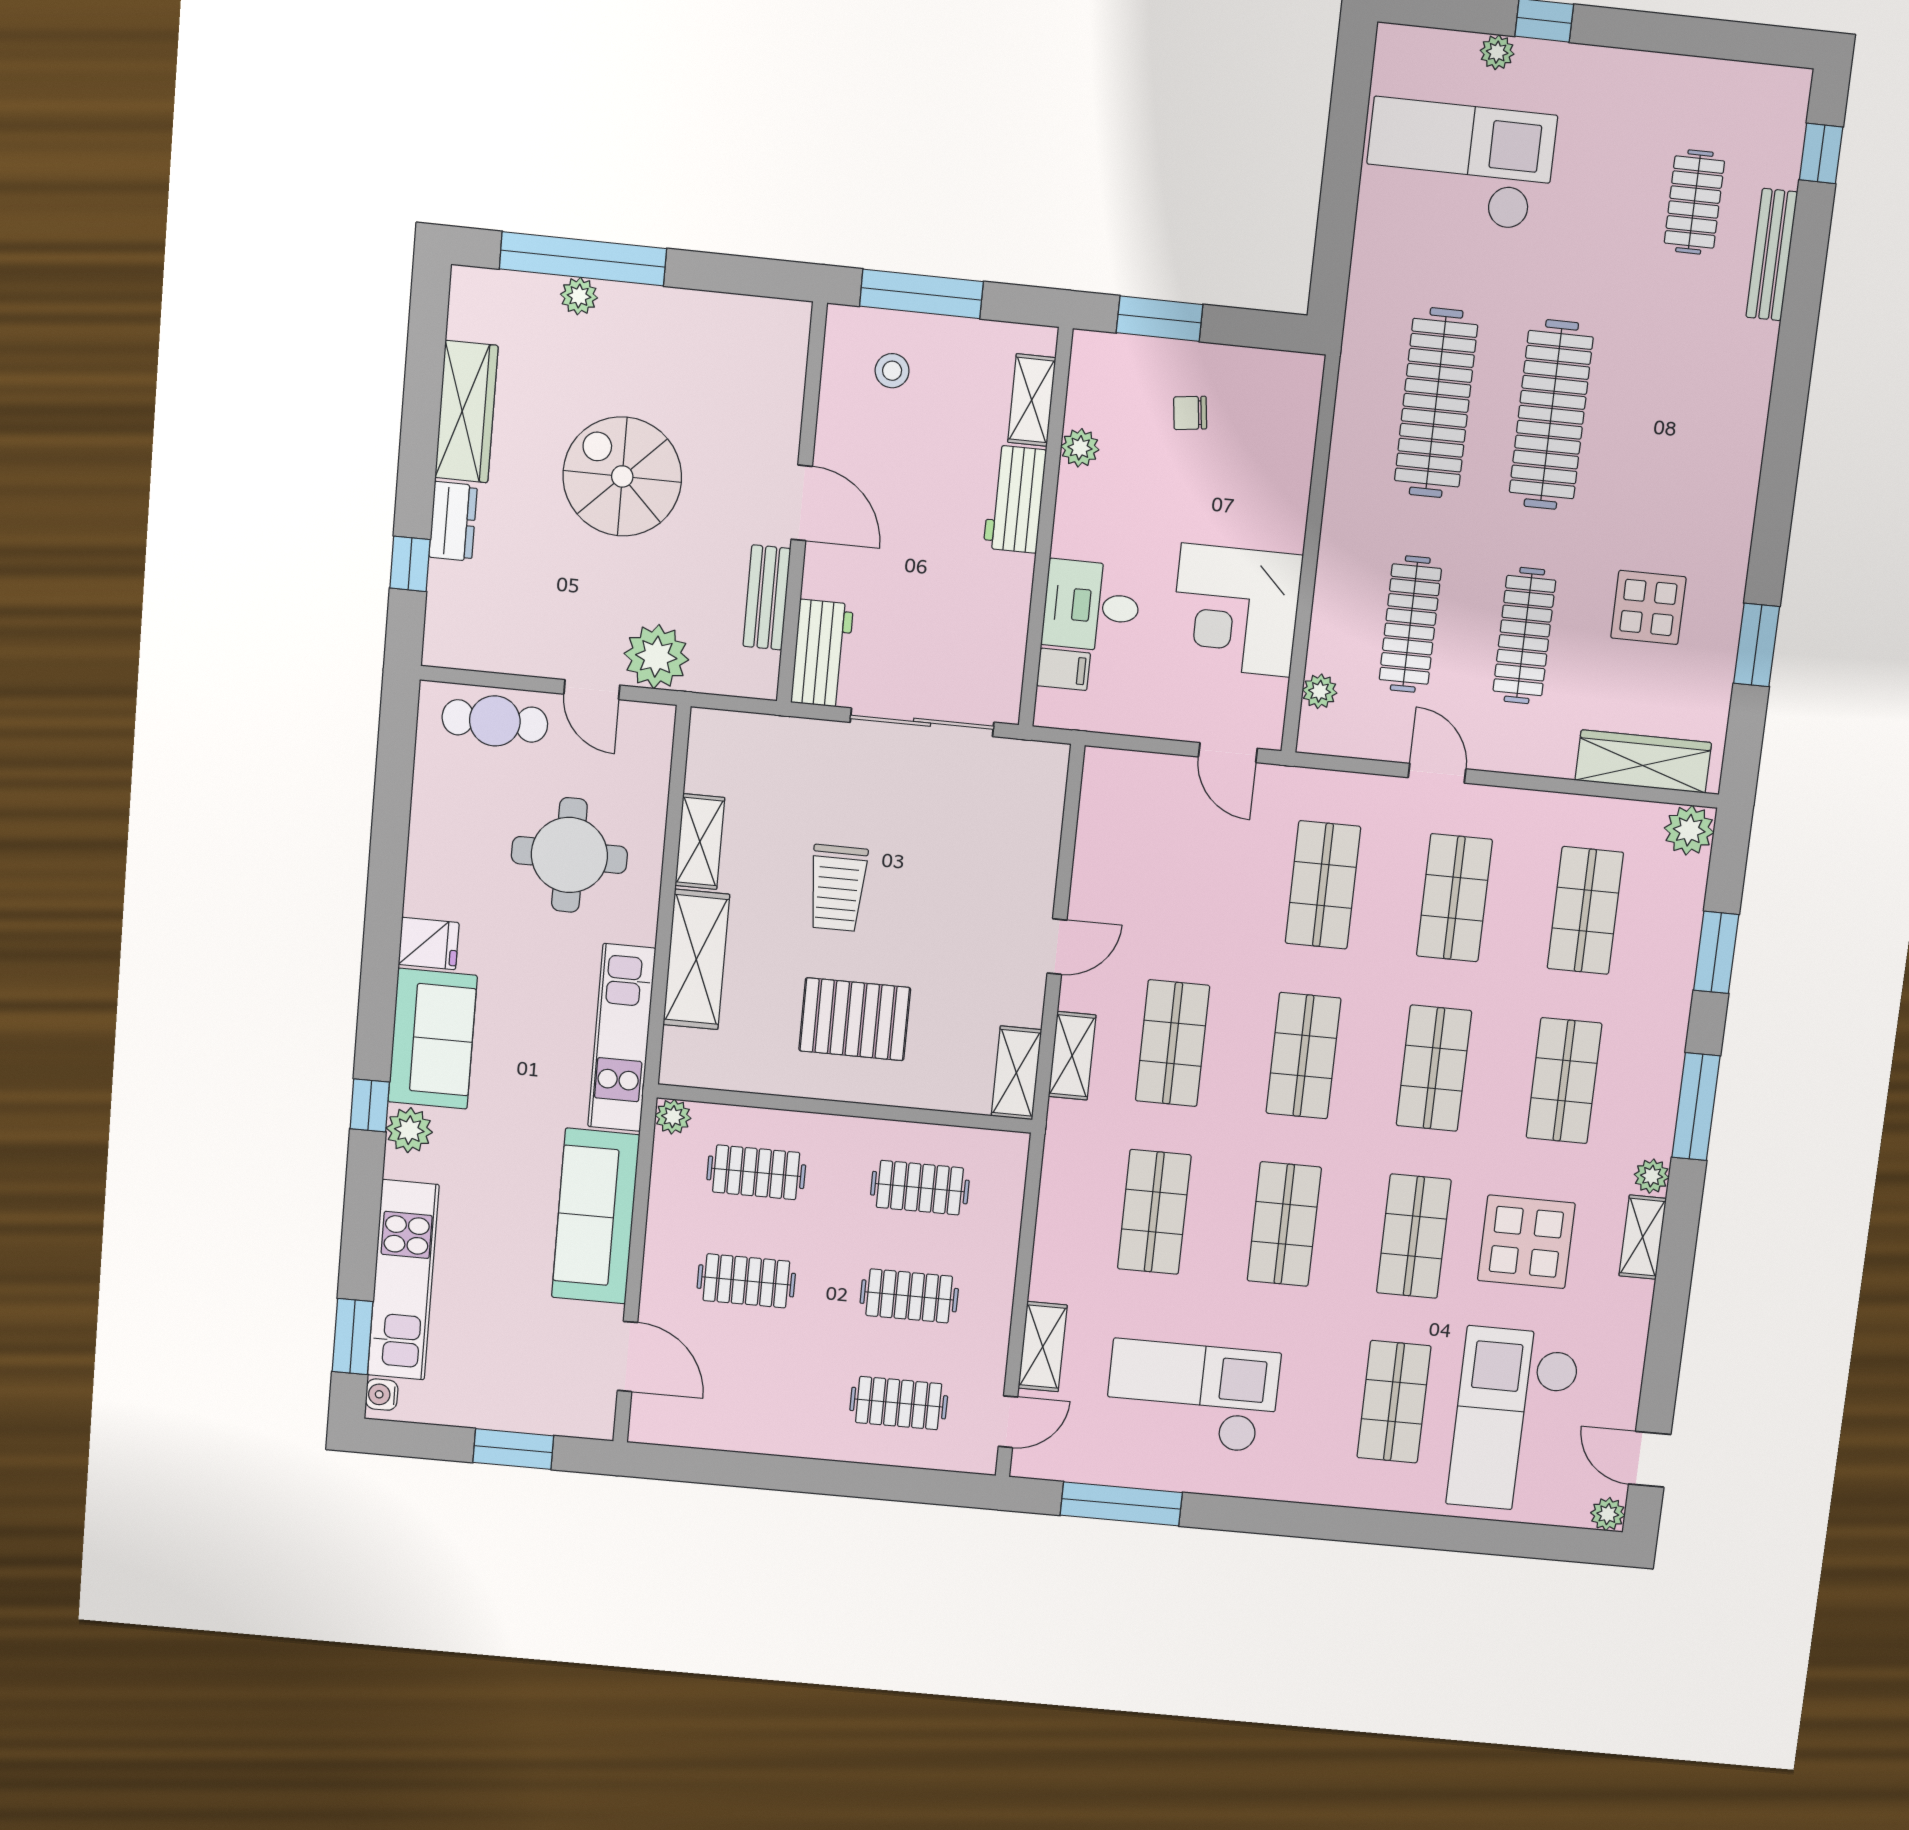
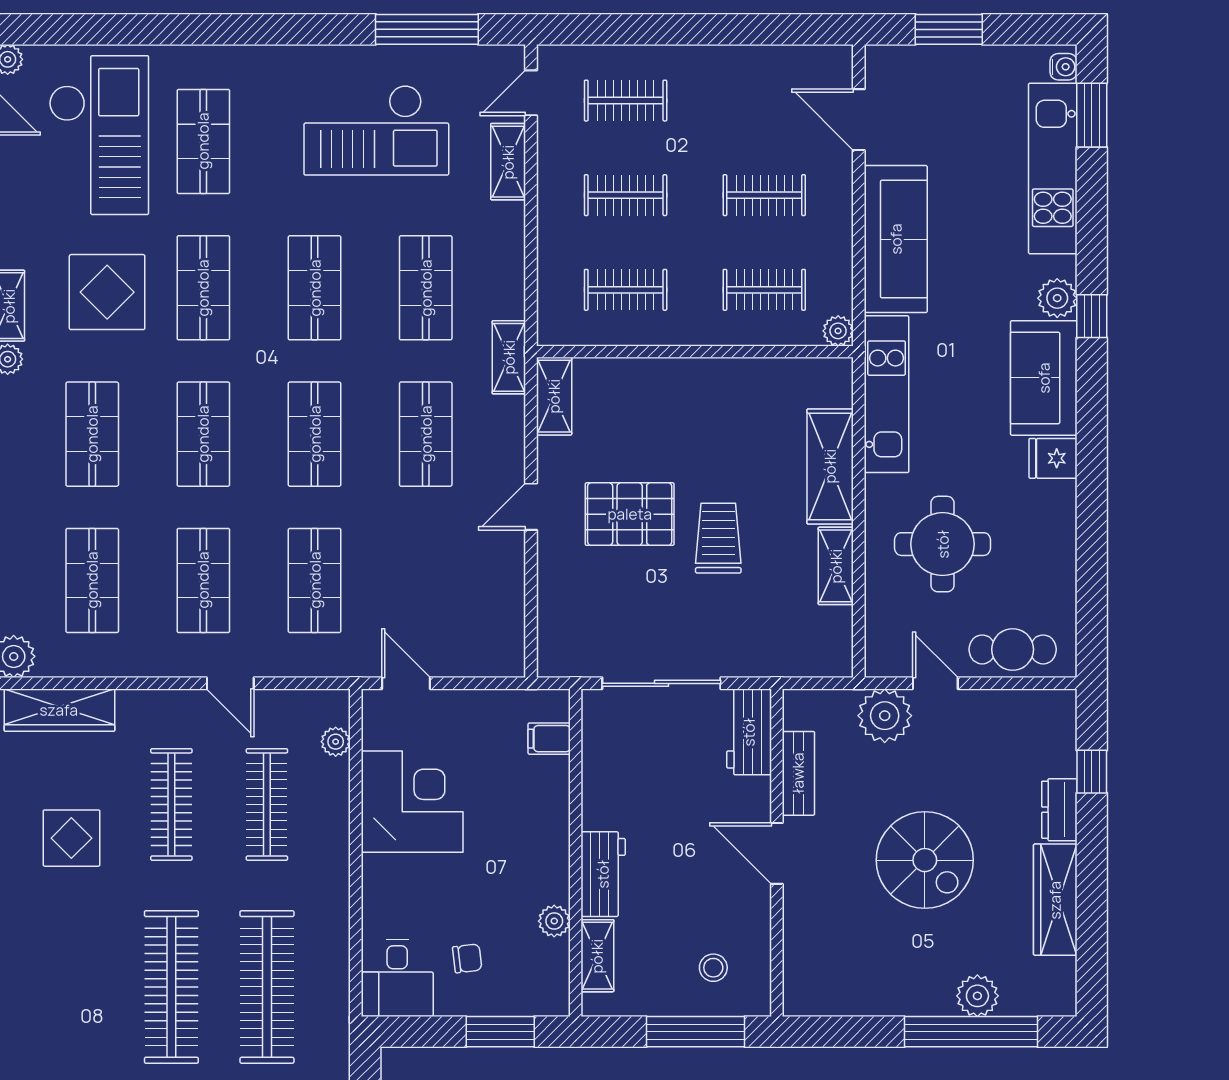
plant: (579, 296) -> (977, 996), width x1.38, depth x1.38
desk: (1091, 606) -> (397, 978), moved, turned 90
pallet: (855, 1019) -> (630, 514), moved
shelving: (1072, 1056) -> (509, 357), moved

